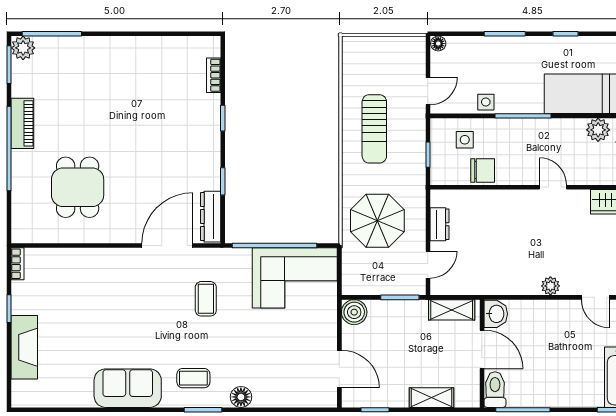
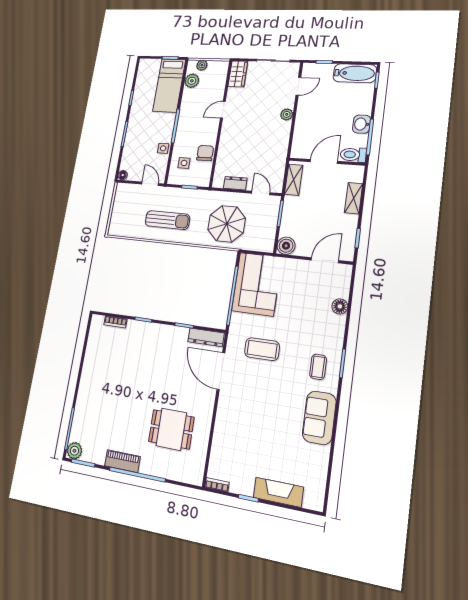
coffee table: (206, 299) -> (262, 349), width x1.36, depth x1.30
washbasin: (496, 314) -> (362, 124), moved, turned -90
floor lamp: (241, 397) -> (340, 306), moved

